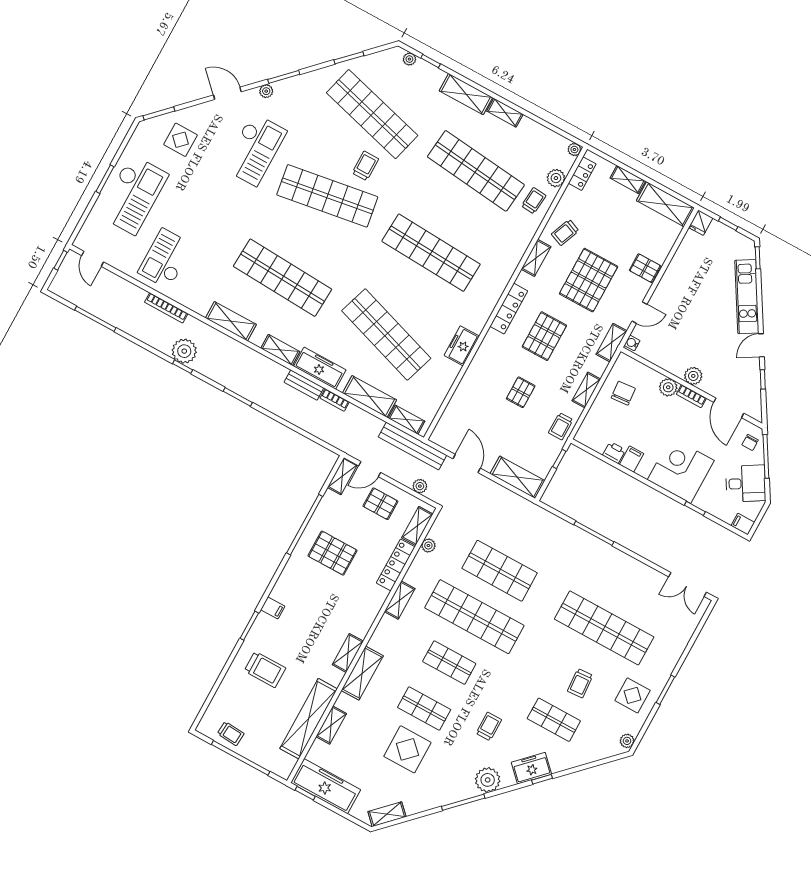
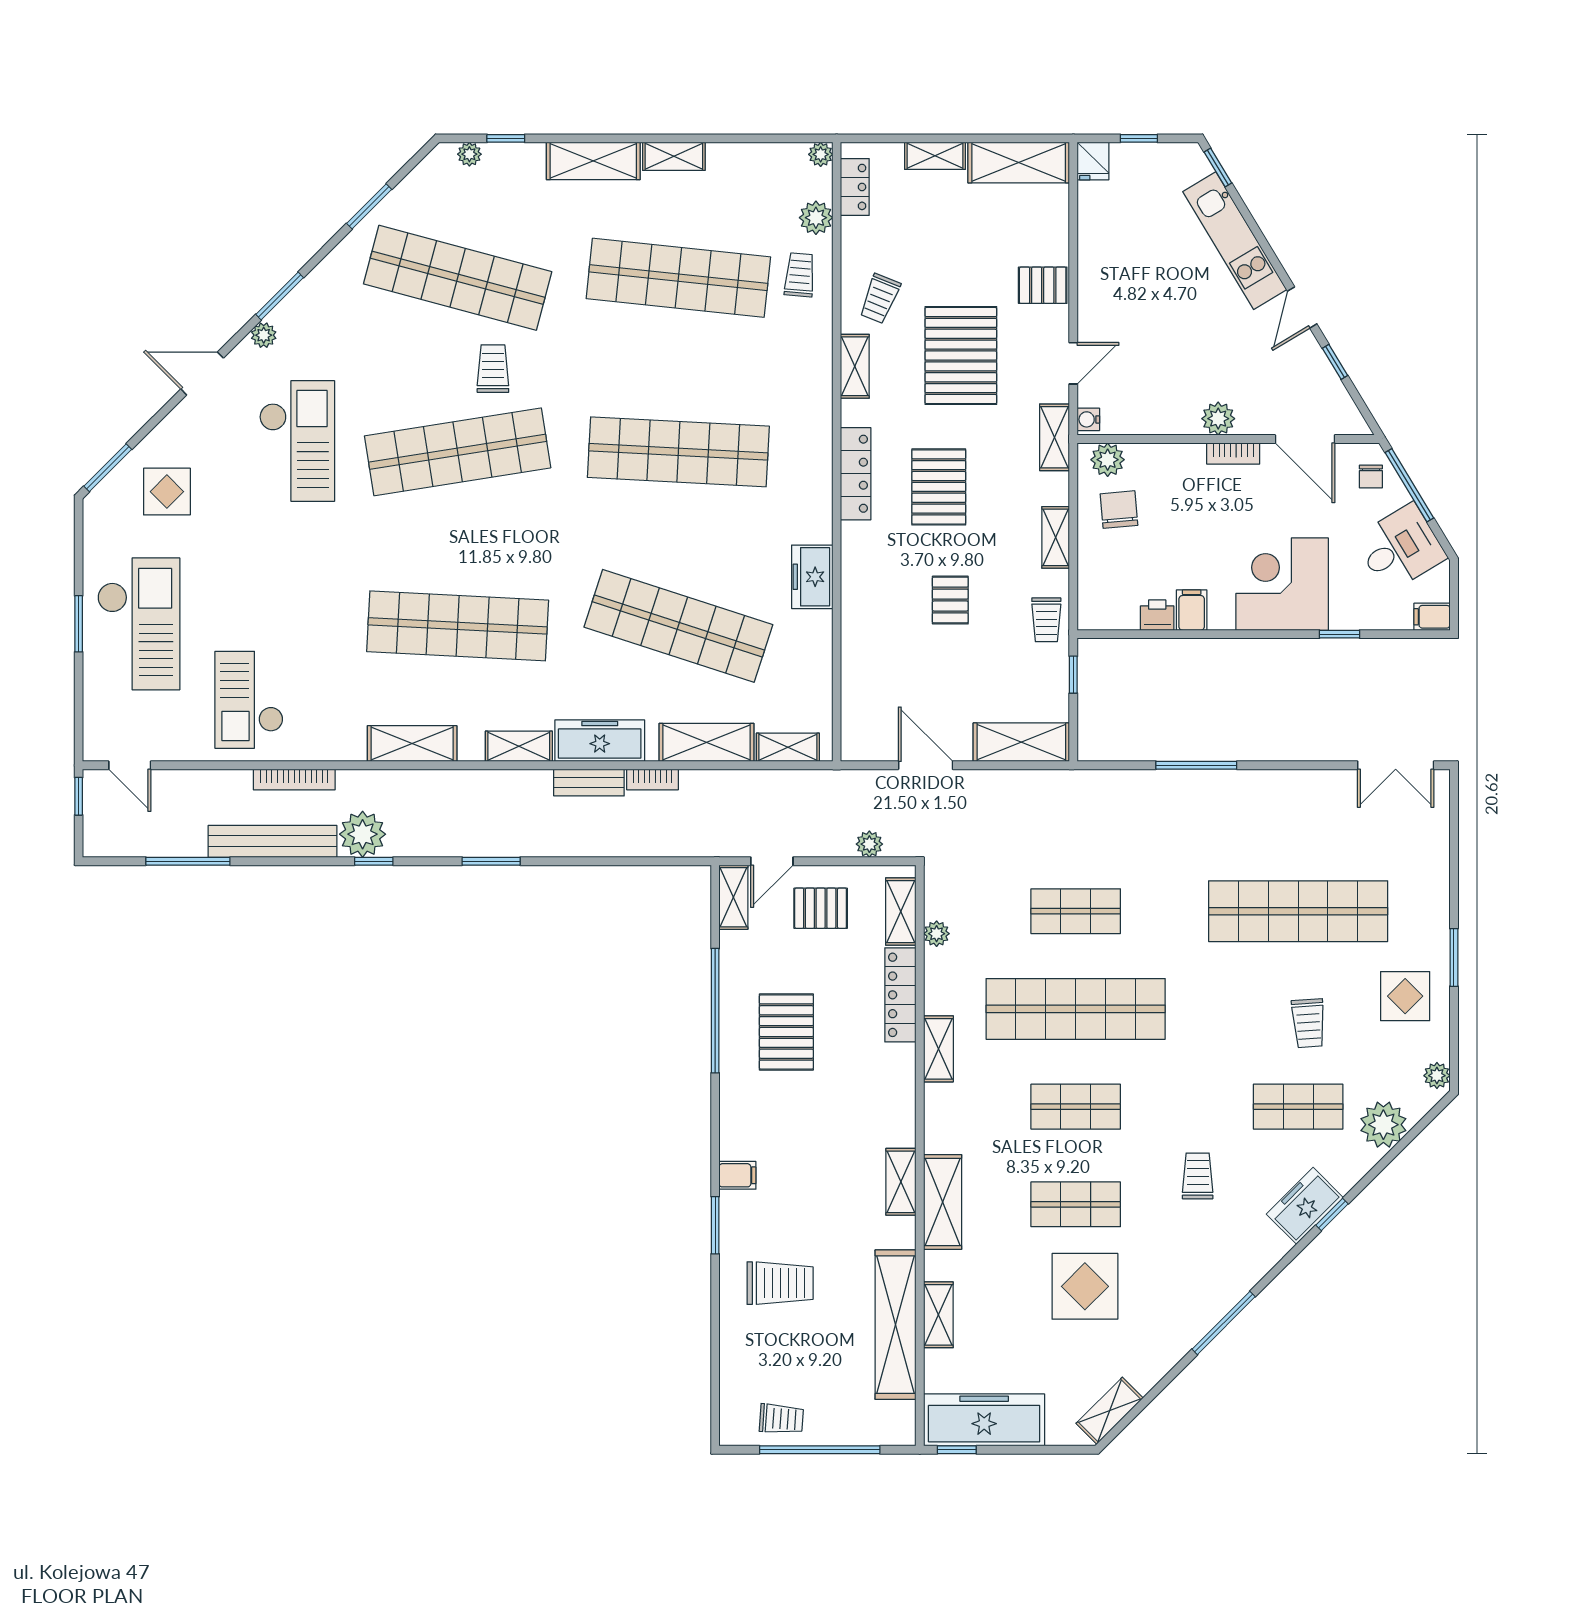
plant: (668, 387) -> (1108, 460), moved
bench: (412, 446) -> (272, 841), moved
pallet: (333, 553) -> (786, 1032), turned 90
shop shelf: (500, 571) -> (1076, 911), width x0.70, depth x0.74
plant: (488, 780) -> (1383, 1125), moved

